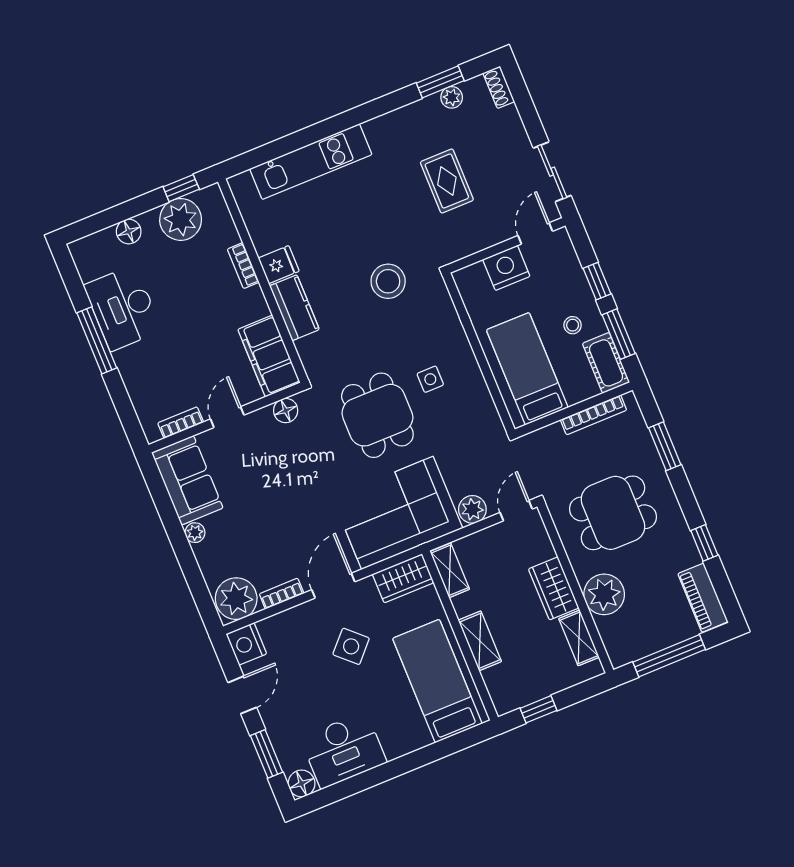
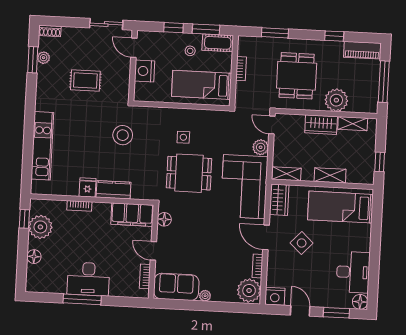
desk: (123, 308) -> (88, 279), moved
bookcase: (593, 415) -> (241, 69), width x0.64

